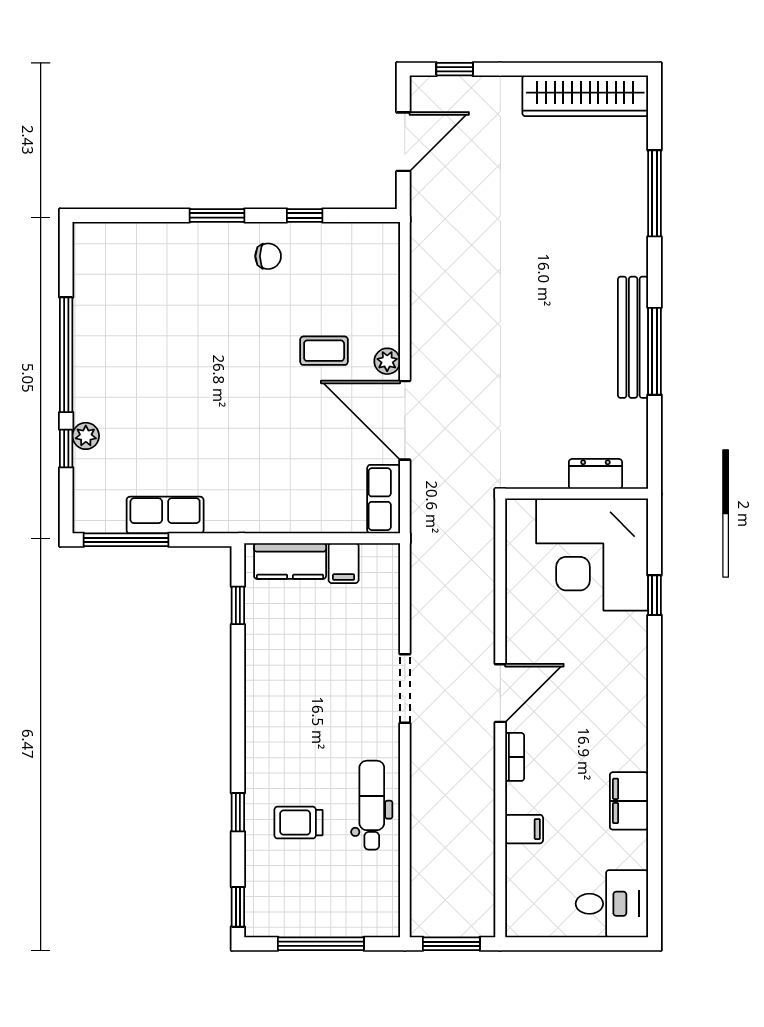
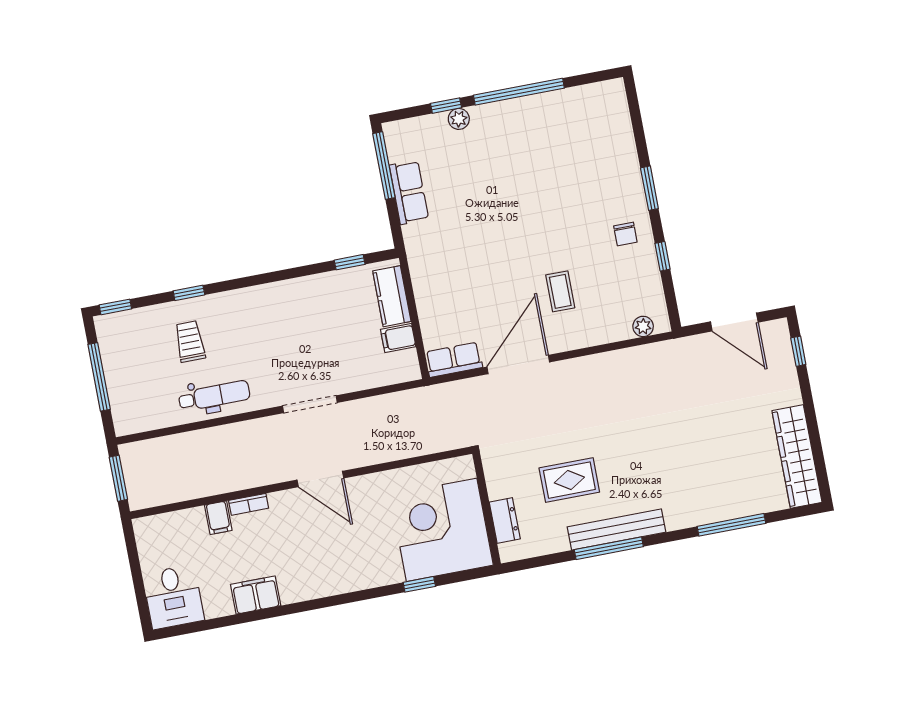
plant: (387, 361) -> (643, 326), moved
rug: (560, 384) -> (569, 480), added
bookcase: (515, 757) -> (249, 504), moved

